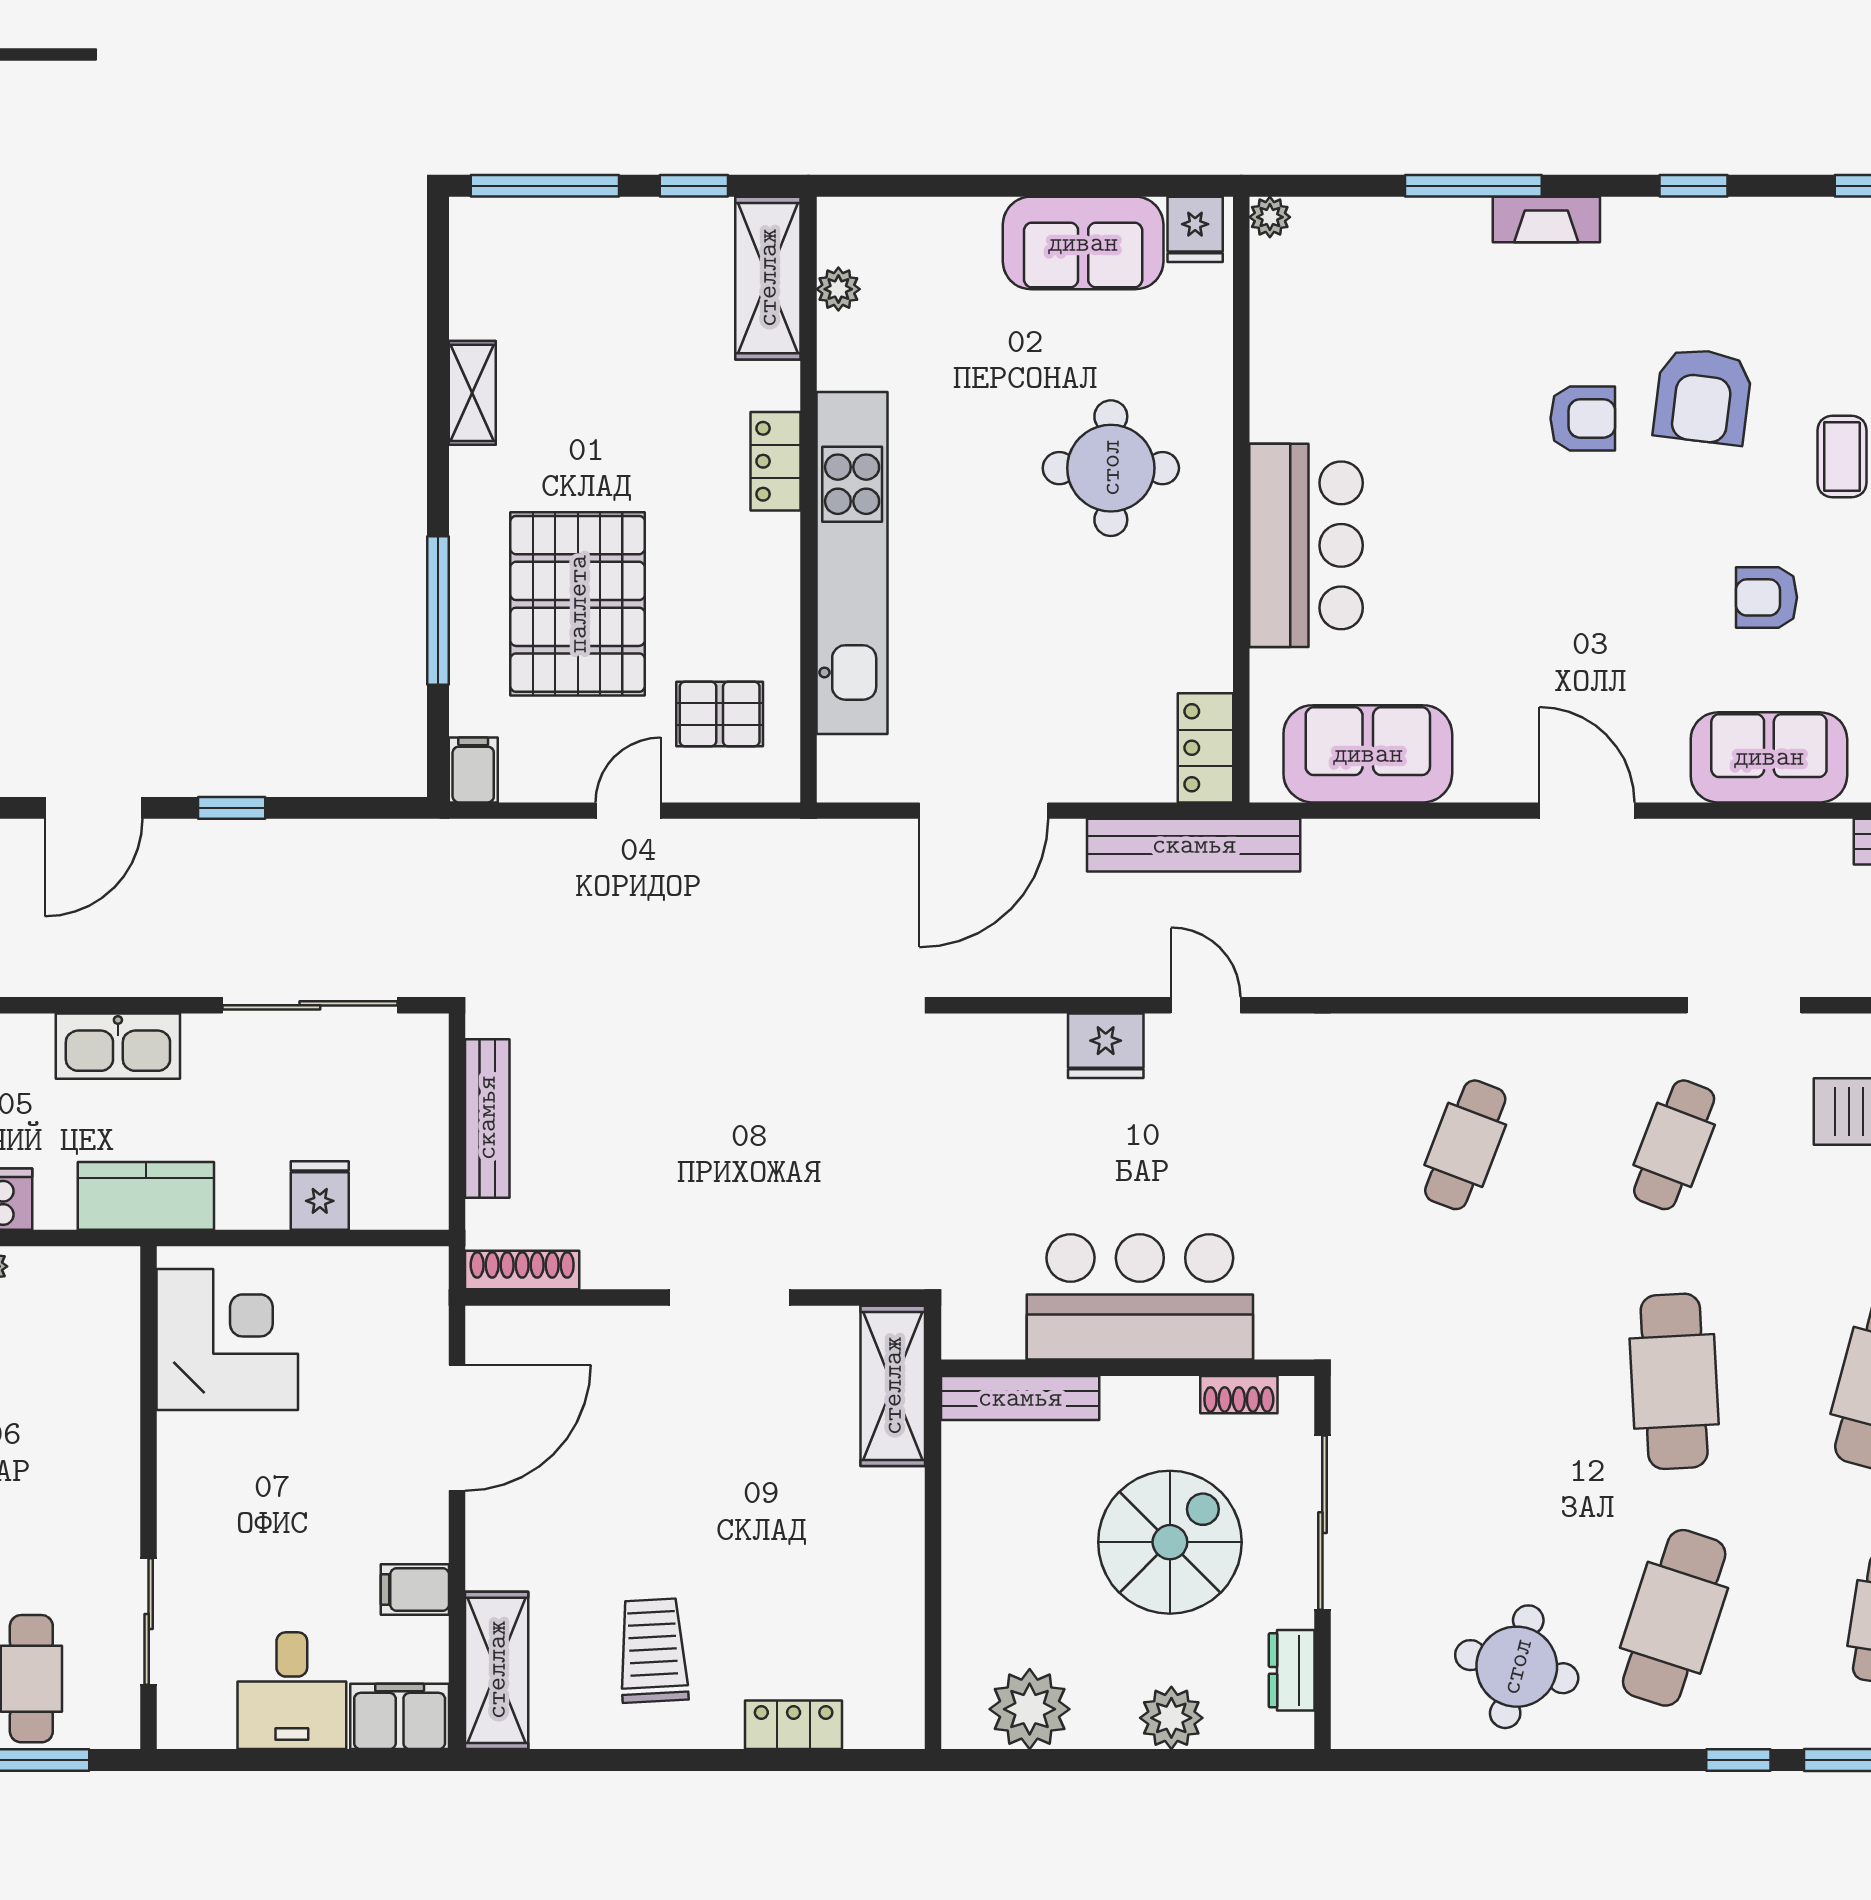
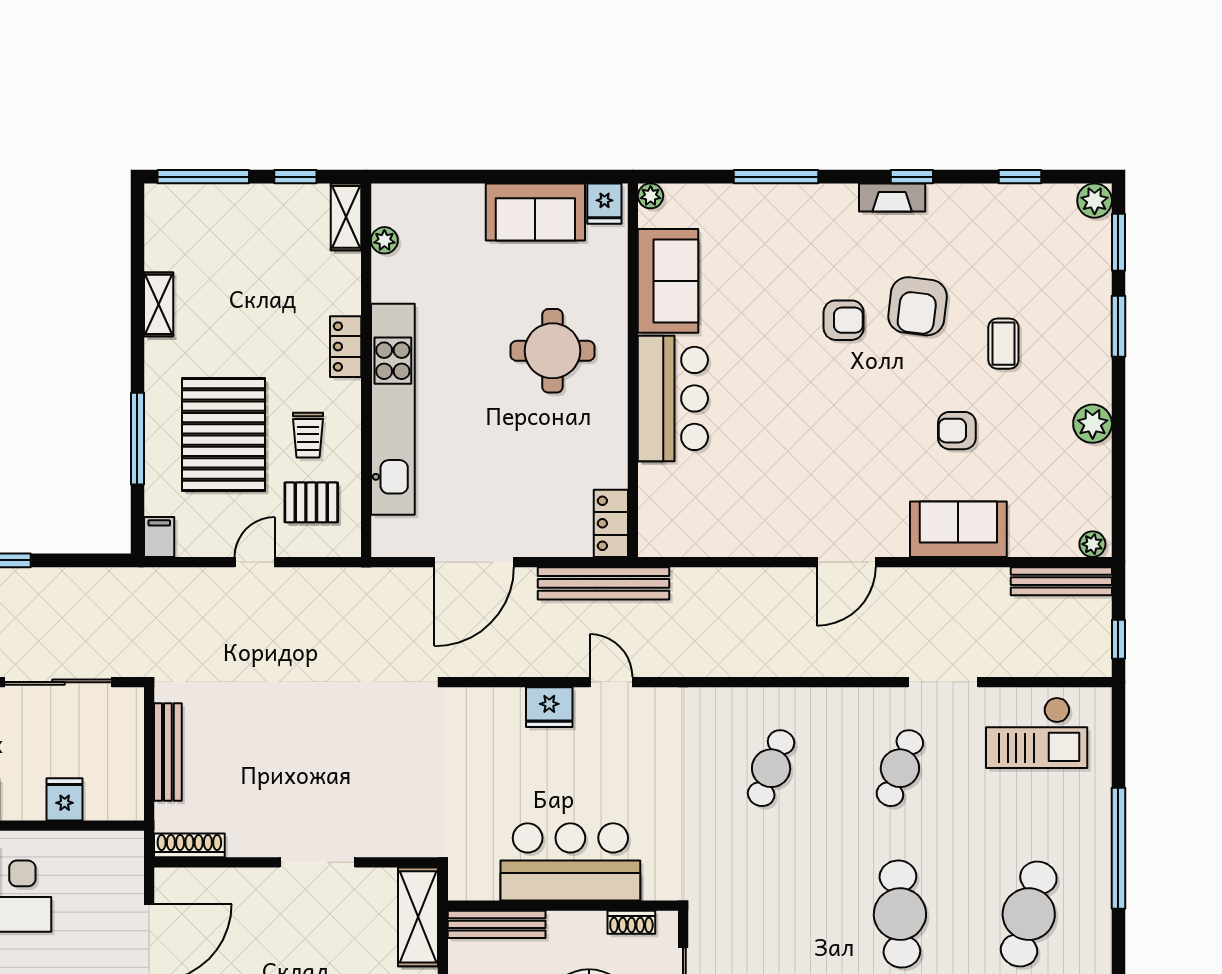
fireplace: (1546, 219) -> (892, 197), moved
shelving: (768, 278) -> (346, 217), width x0.67, depth x0.75
trolley: (715, 605) -> (308, 435), added
sofa: (1368, 754) -> (668, 281), moved, turned 90
door: (1587, 811) -> (846, 562), swing flipped

